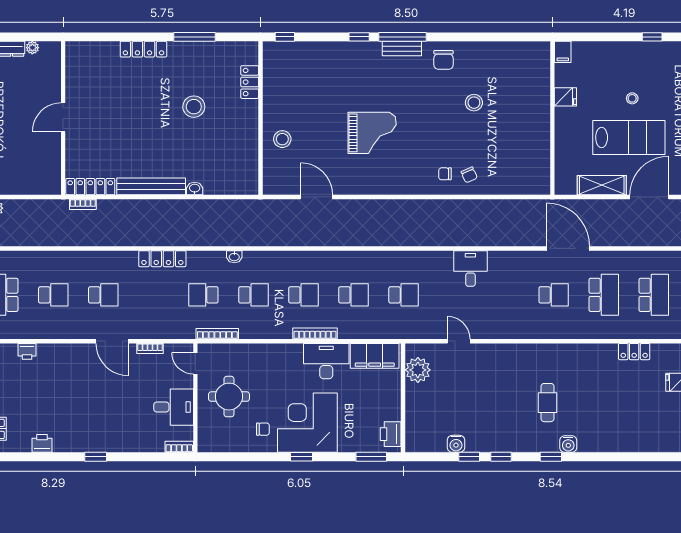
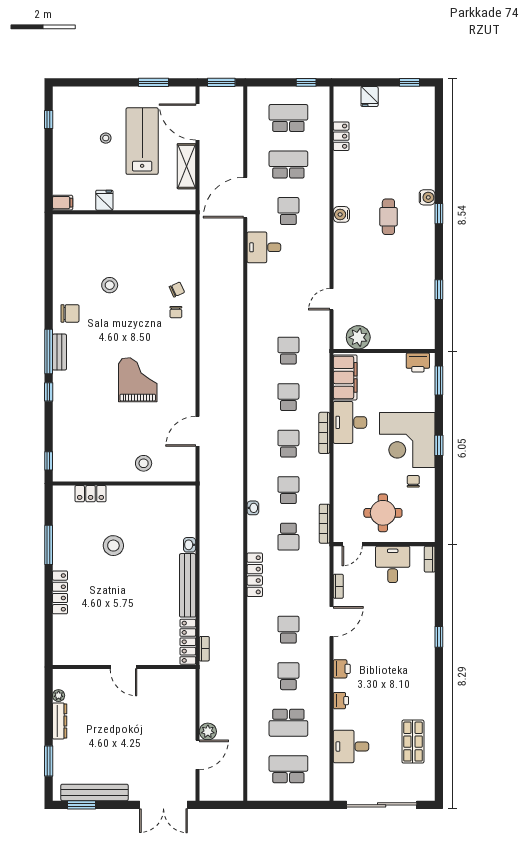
desk: (470, 269) -> (264, 247), moved
cafe table: (547, 403) -> (388, 217), turned 90
printer: (42, 443) -> (342, 669), moved, turned 180
water cooler: (456, 444) -> (341, 214), moved, turned 180
window: (501, 457) -> (439, 260), removed

